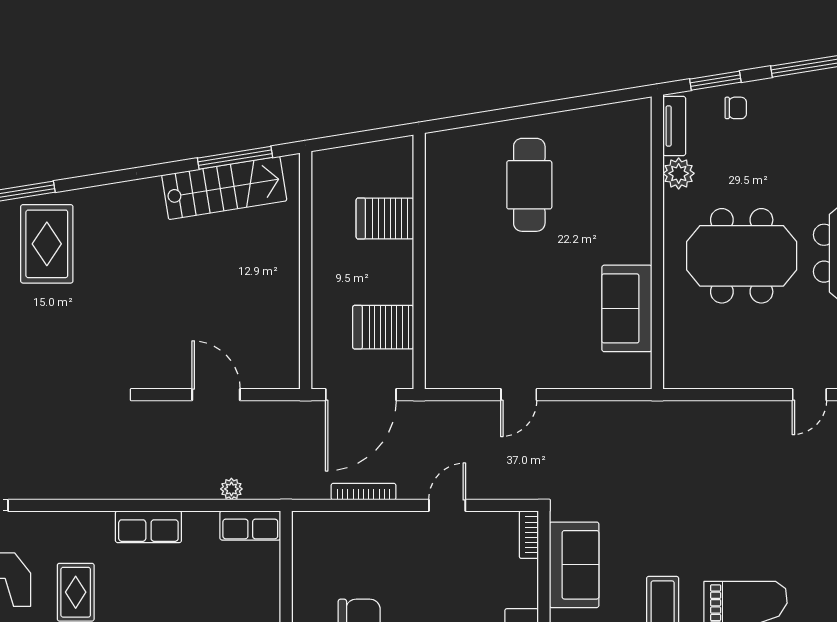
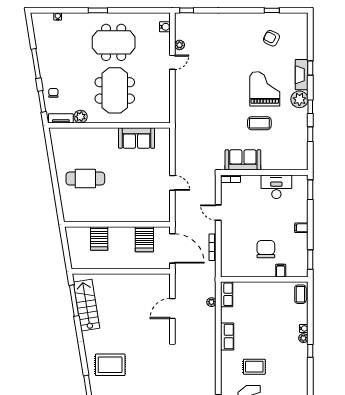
rug: (47, 244) -> (110, 365), moved
door: (809, 395) -> (172, 62), hinge flipped

